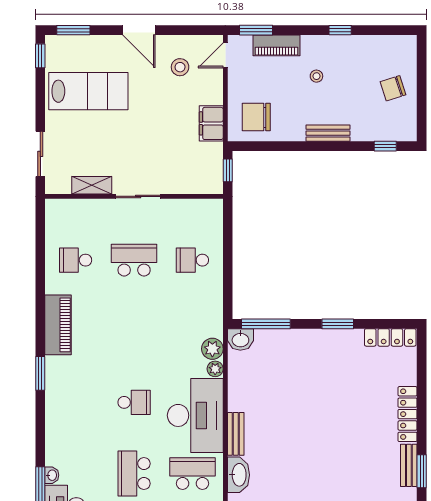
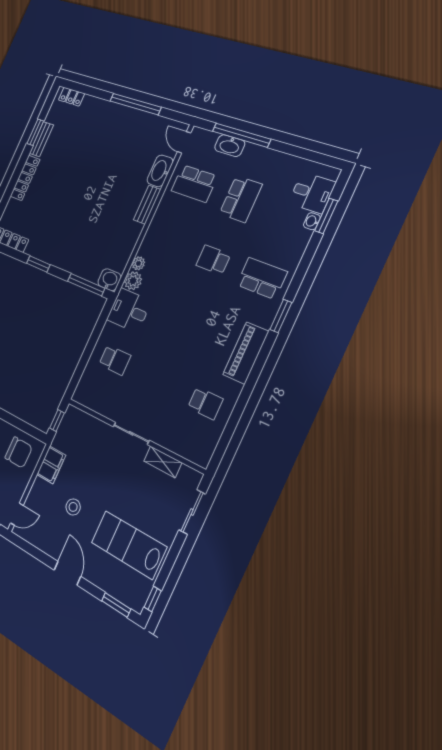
stool: (180, 67) -> (73, 507), moved
school desk: (134, 260) -> (262, 278), moved, turned 180
desk: (195, 415) -> (129, 310), moved, width x0.53, depth x0.77

